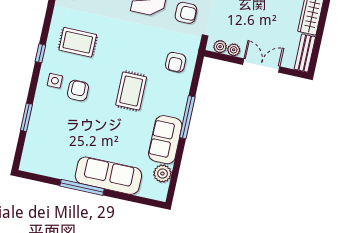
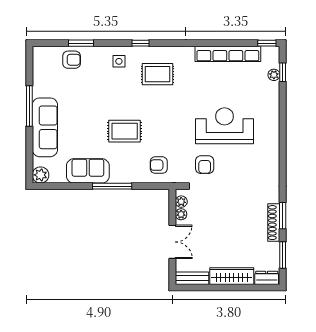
rug: (78, 42) -> (158, 74), turned 90
armchair: (78, 91) -> (72, 60), moved
plant: (162, 174) -> (41, 175), moved

